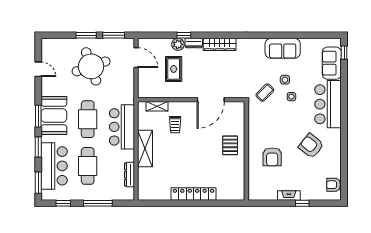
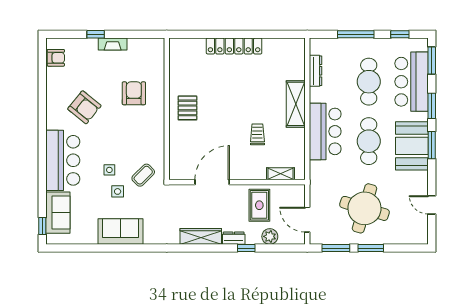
plant: (178, 44) -> (270, 236), moved
round table: (91, 66) -> (364, 208), turned 36
wall: (191, 100) -> (237, 182), moved
door: (211, 100) -> (212, 182), moved
shelving: (157, 106) -> (281, 174), moved

